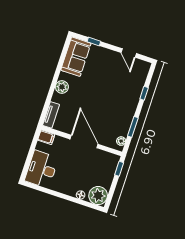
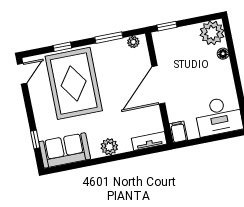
door: (129, 53) -> (22, 74), moved
rug: (116, 87) -> (74, 83), added

